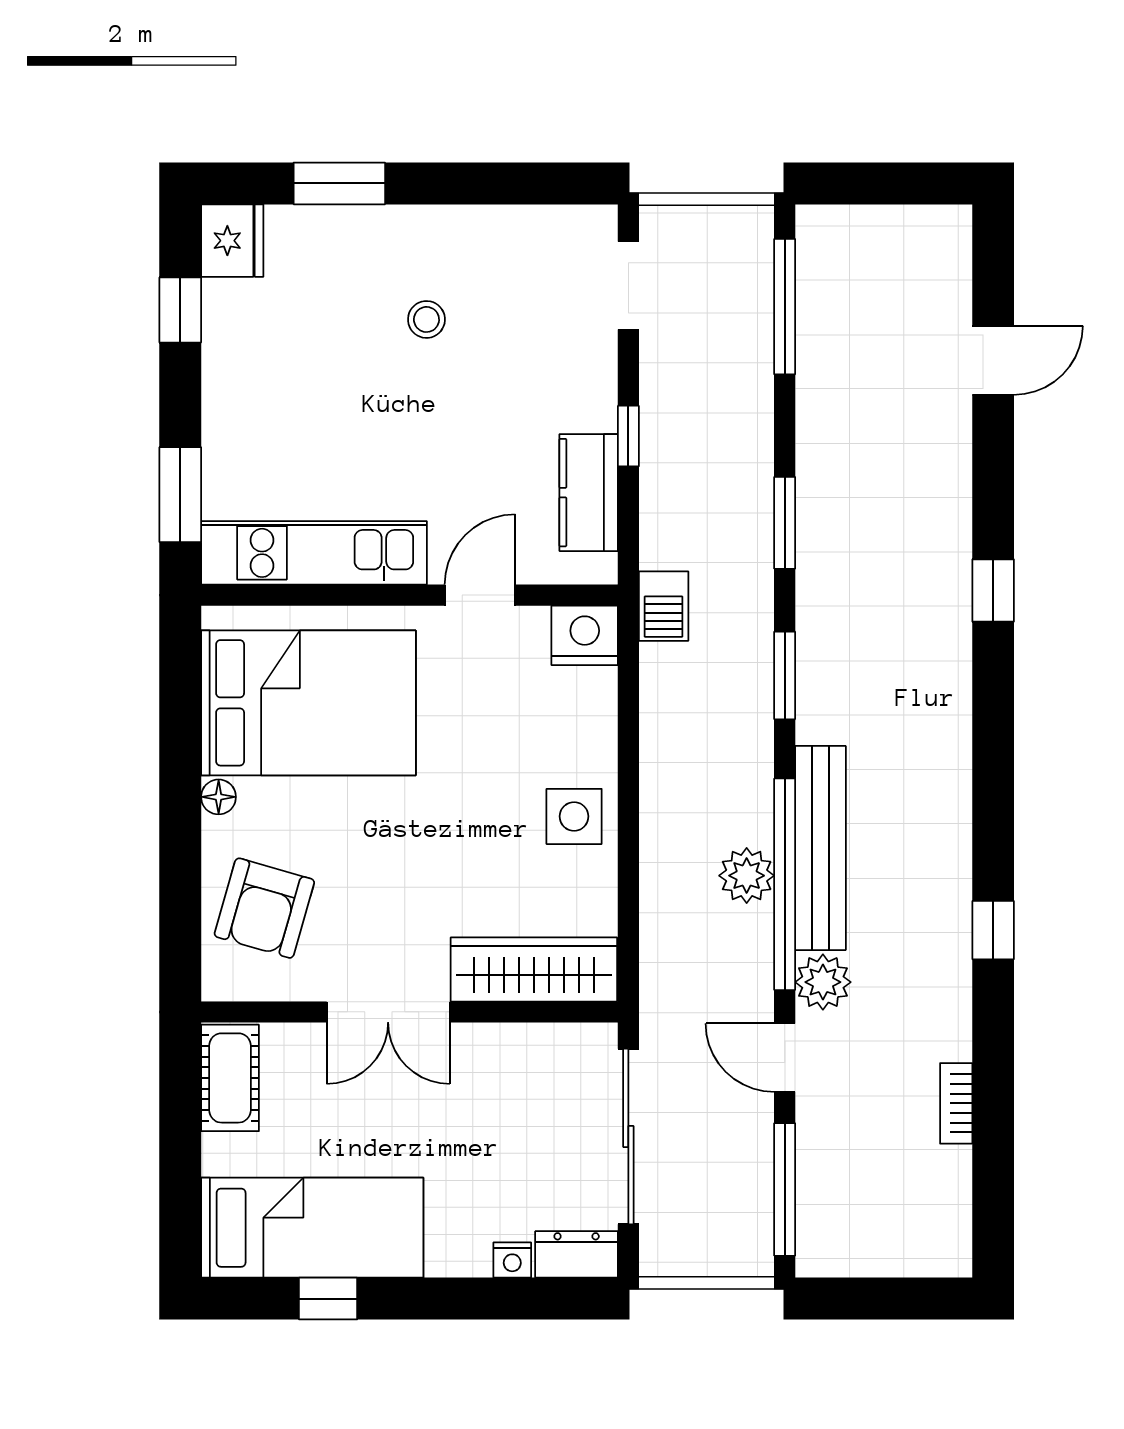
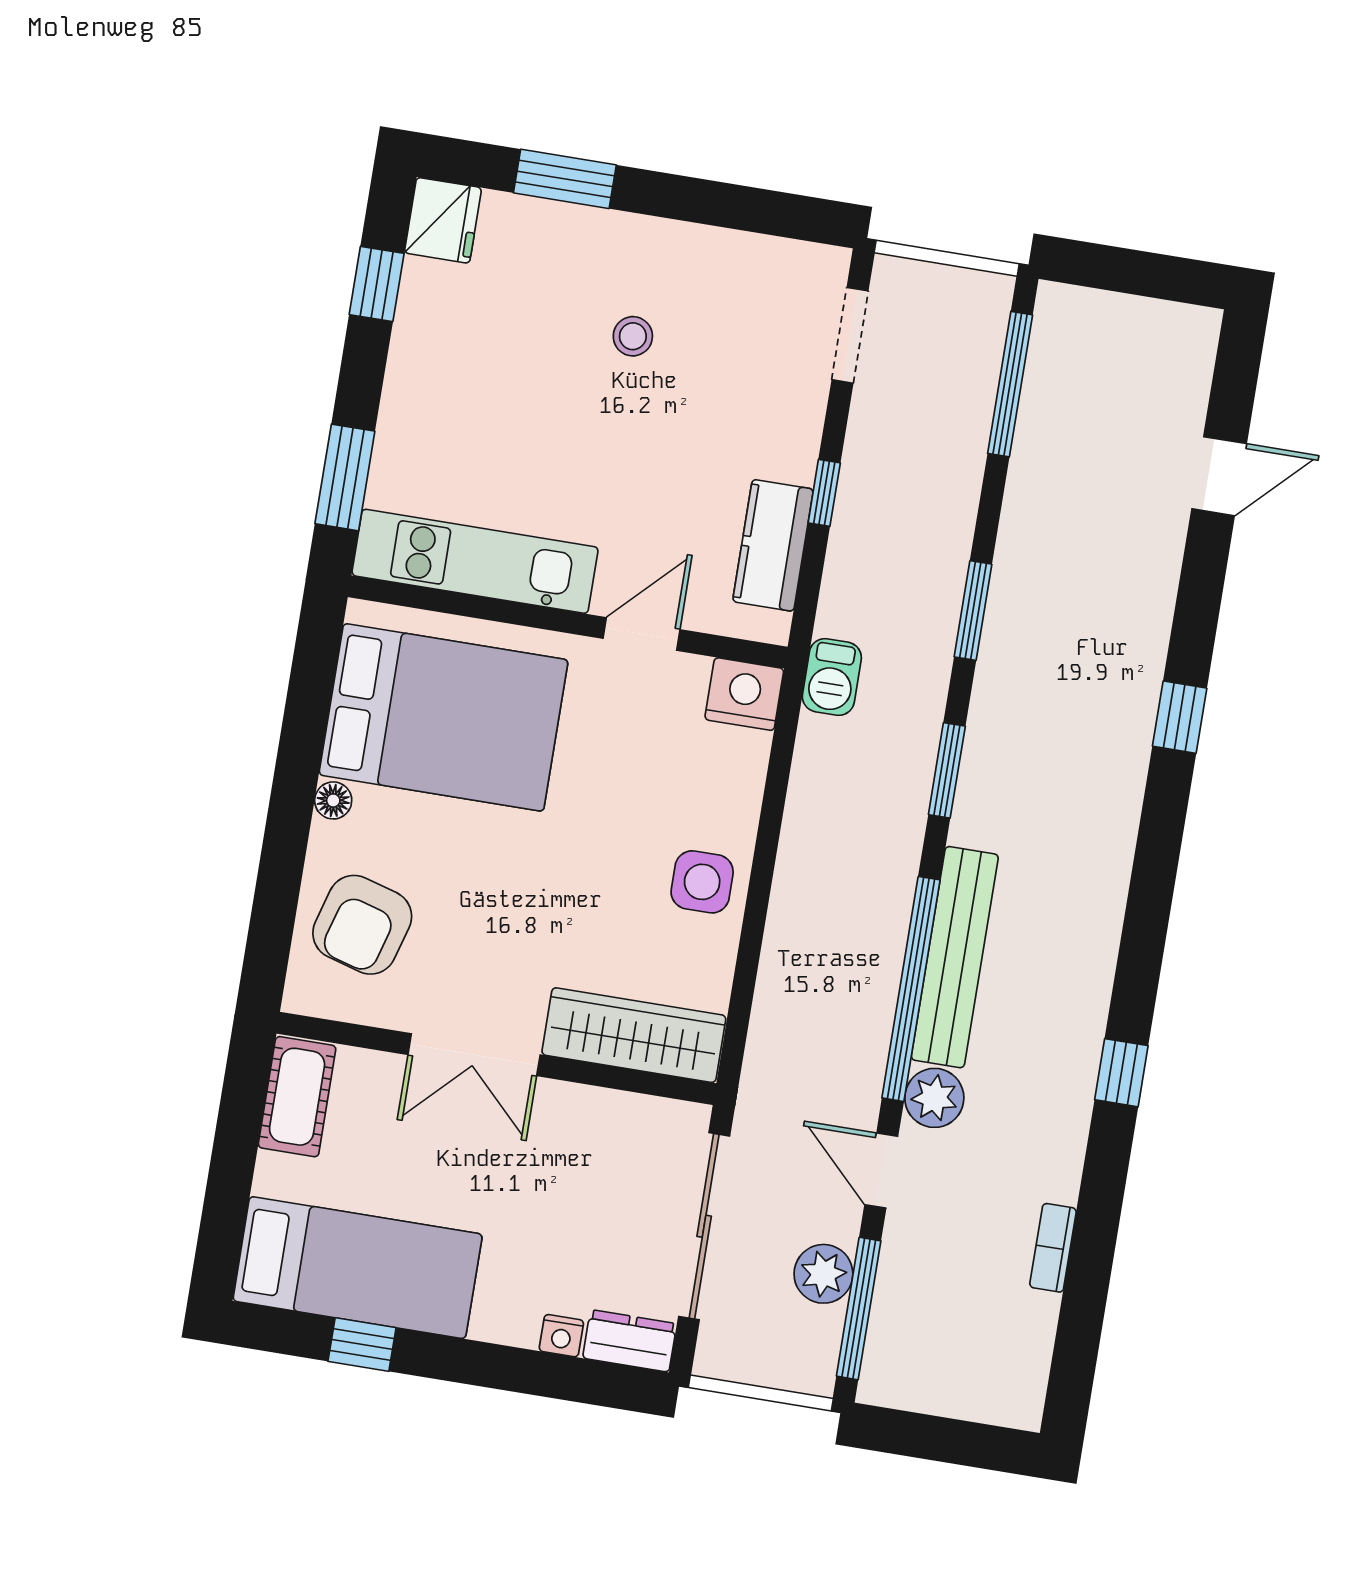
plant: (747, 876) -> (823, 1274), moved

